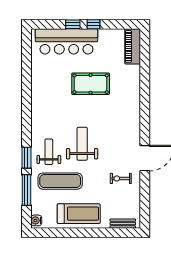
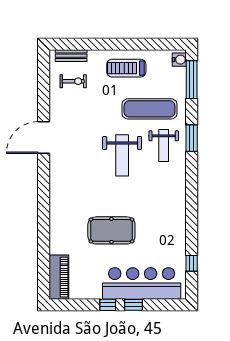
window: (26, 58) -> (192, 263), added
exercise bike: (121, 178) -> (73, 81), moved
window: (26, 190) -> (192, 80), moved
treadmill: (79, 214) -> (126, 68), width x0.73, depth x0.73

